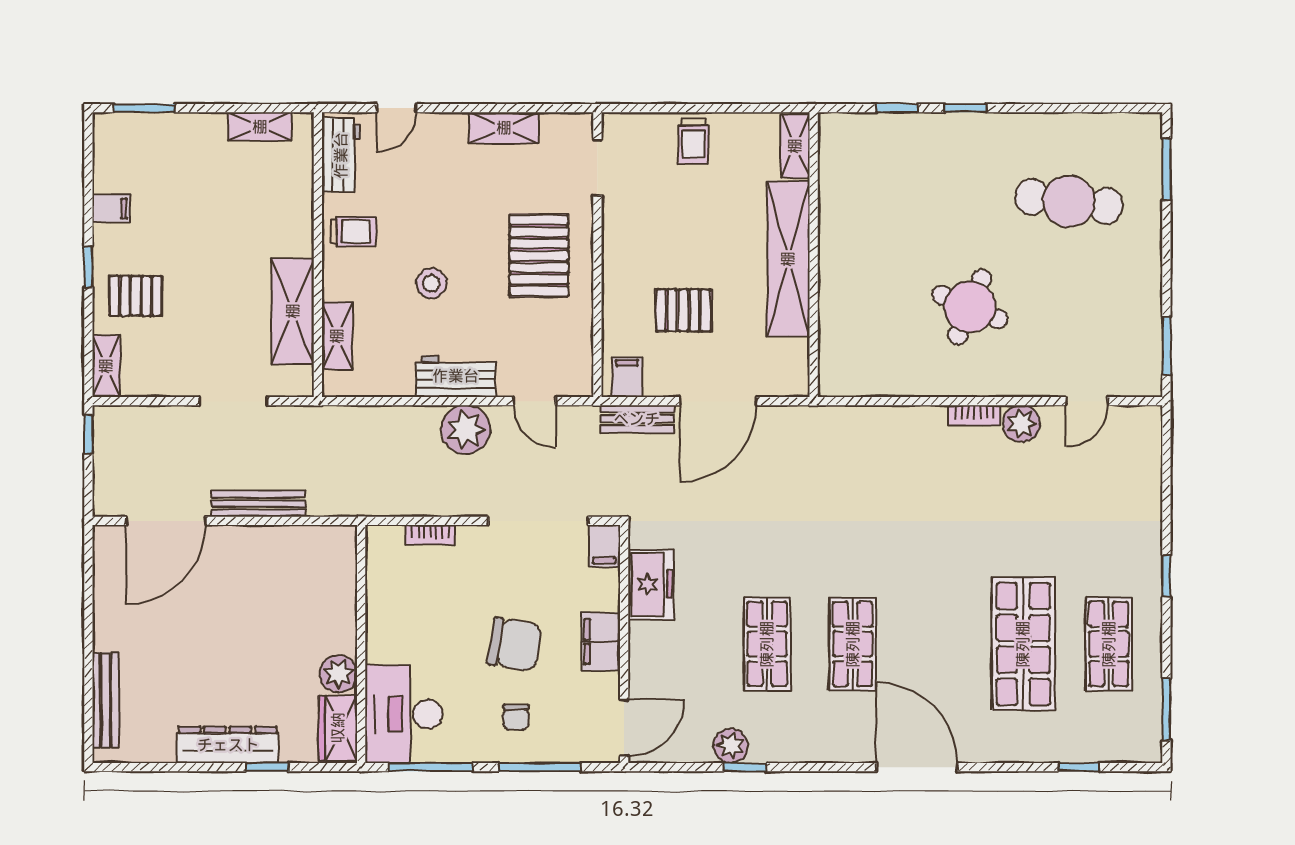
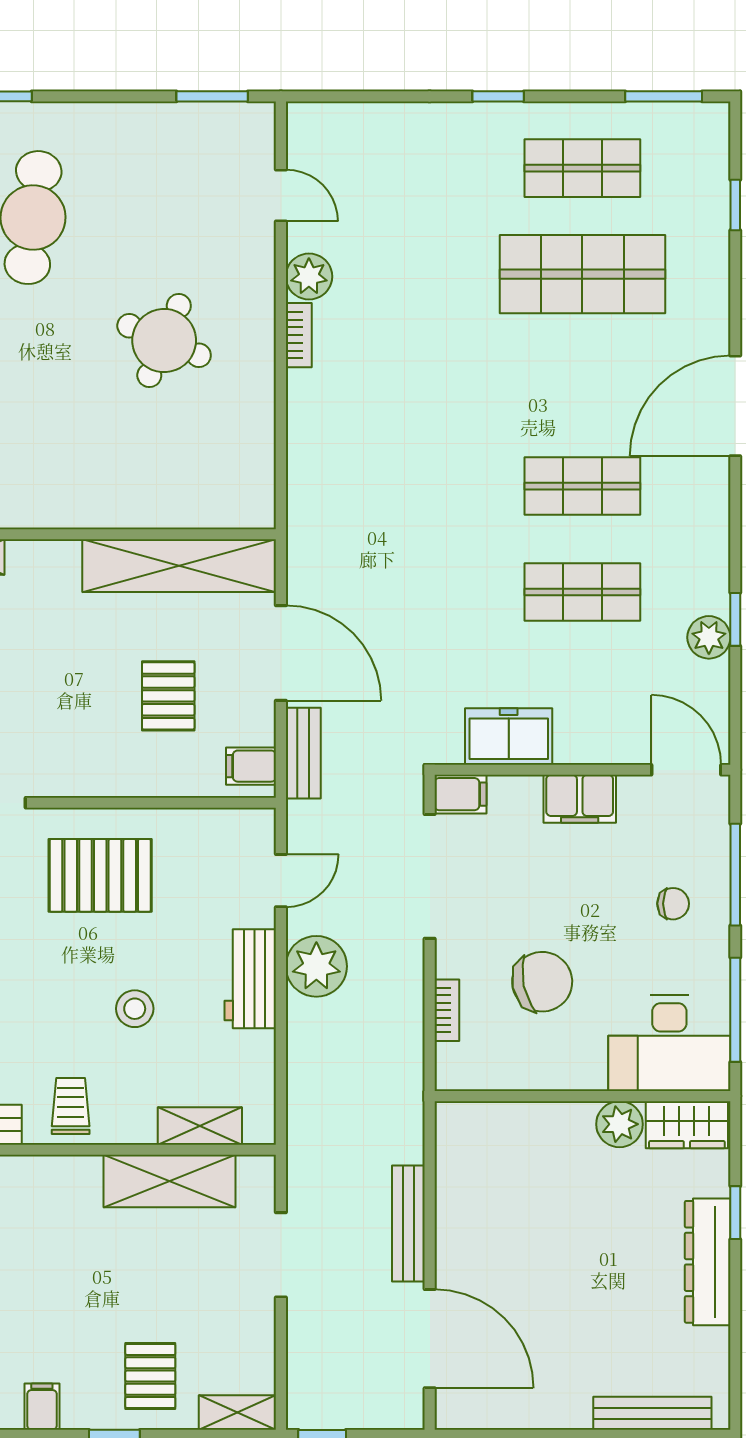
shelving: (788, 259) -> (179, 566), moved
chair: (514, 644) -> (542, 982), moved, turned 69

